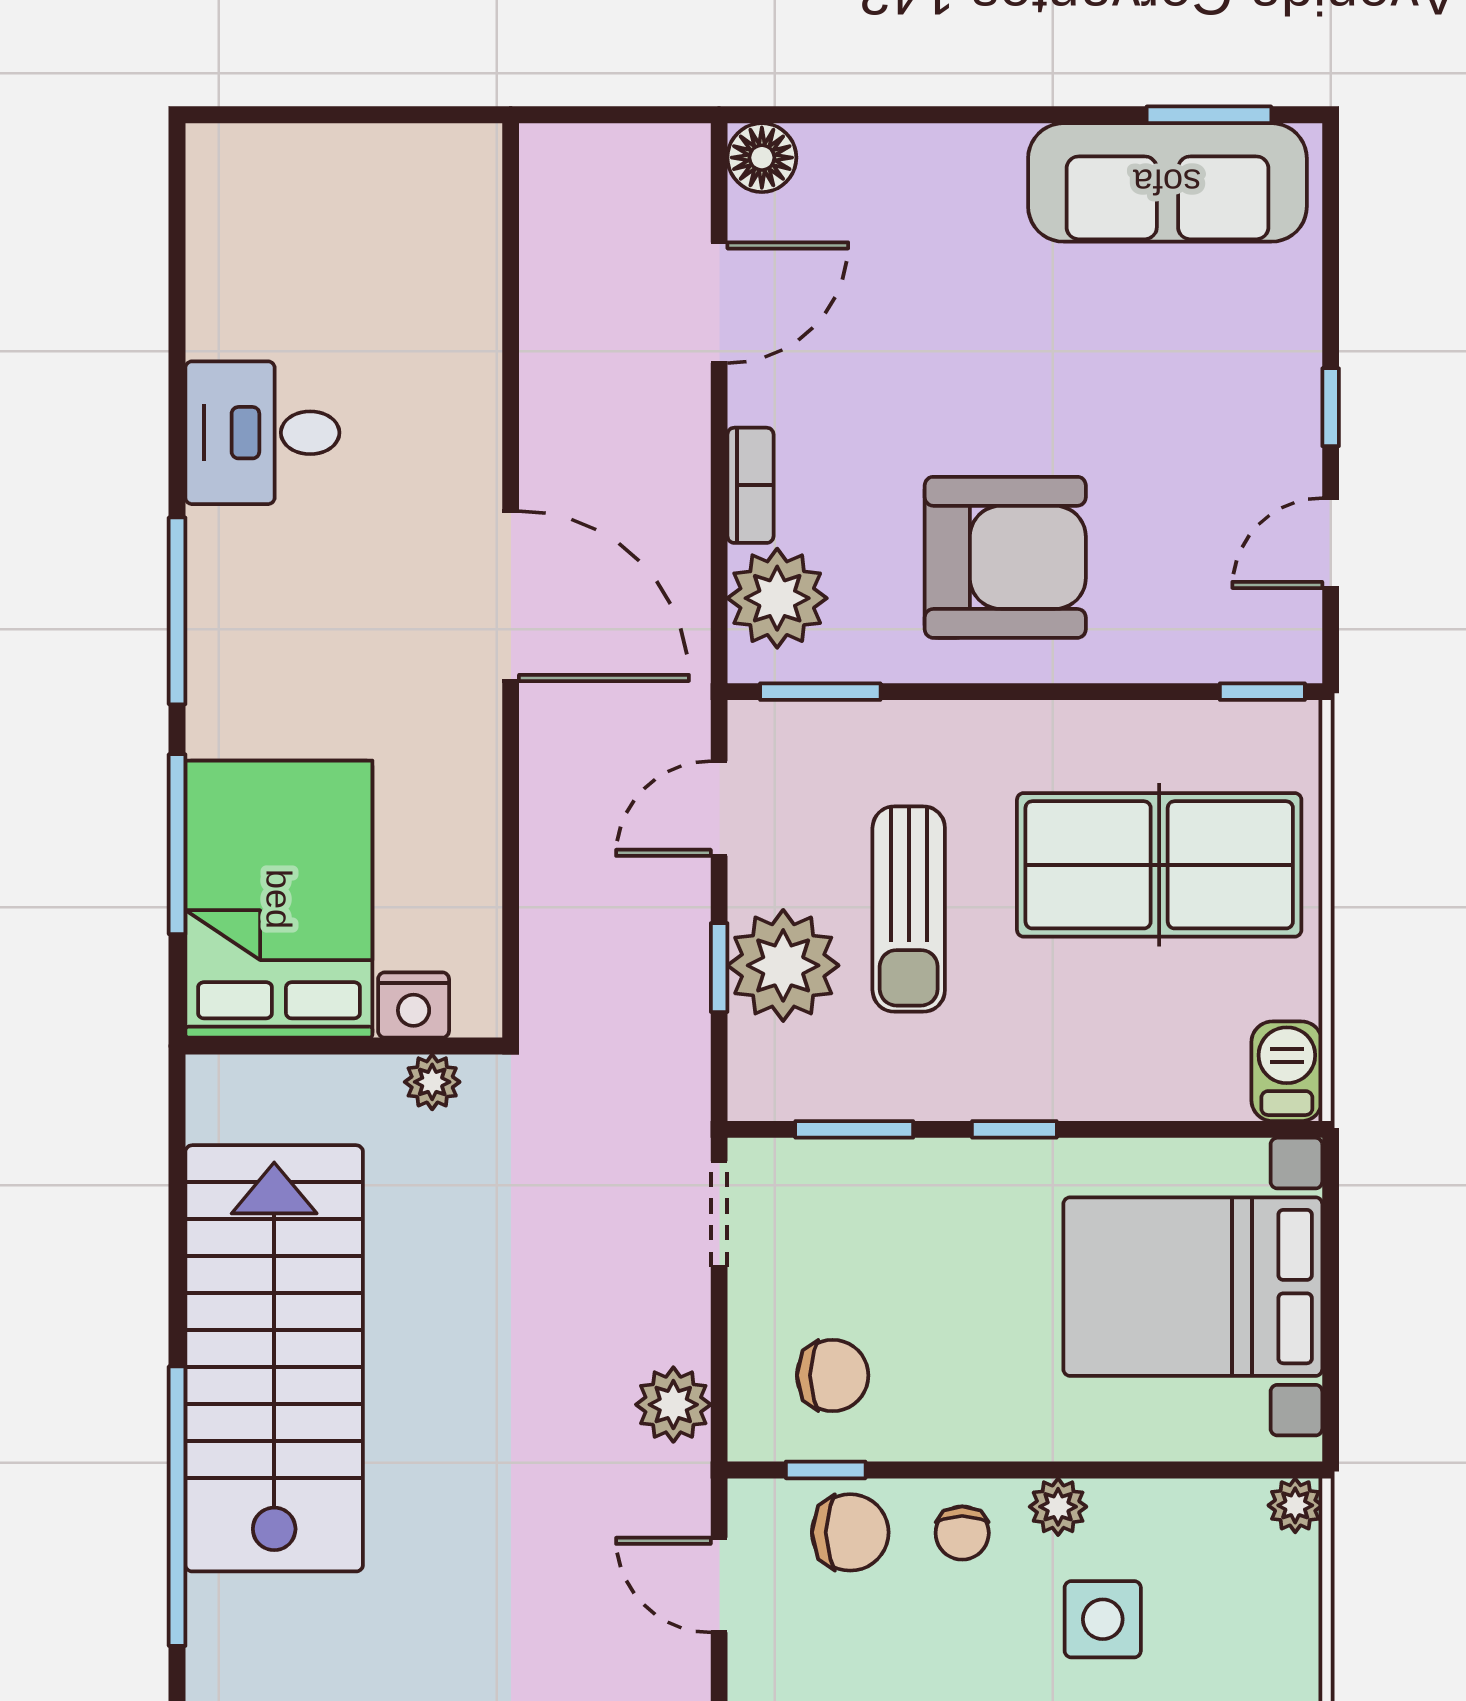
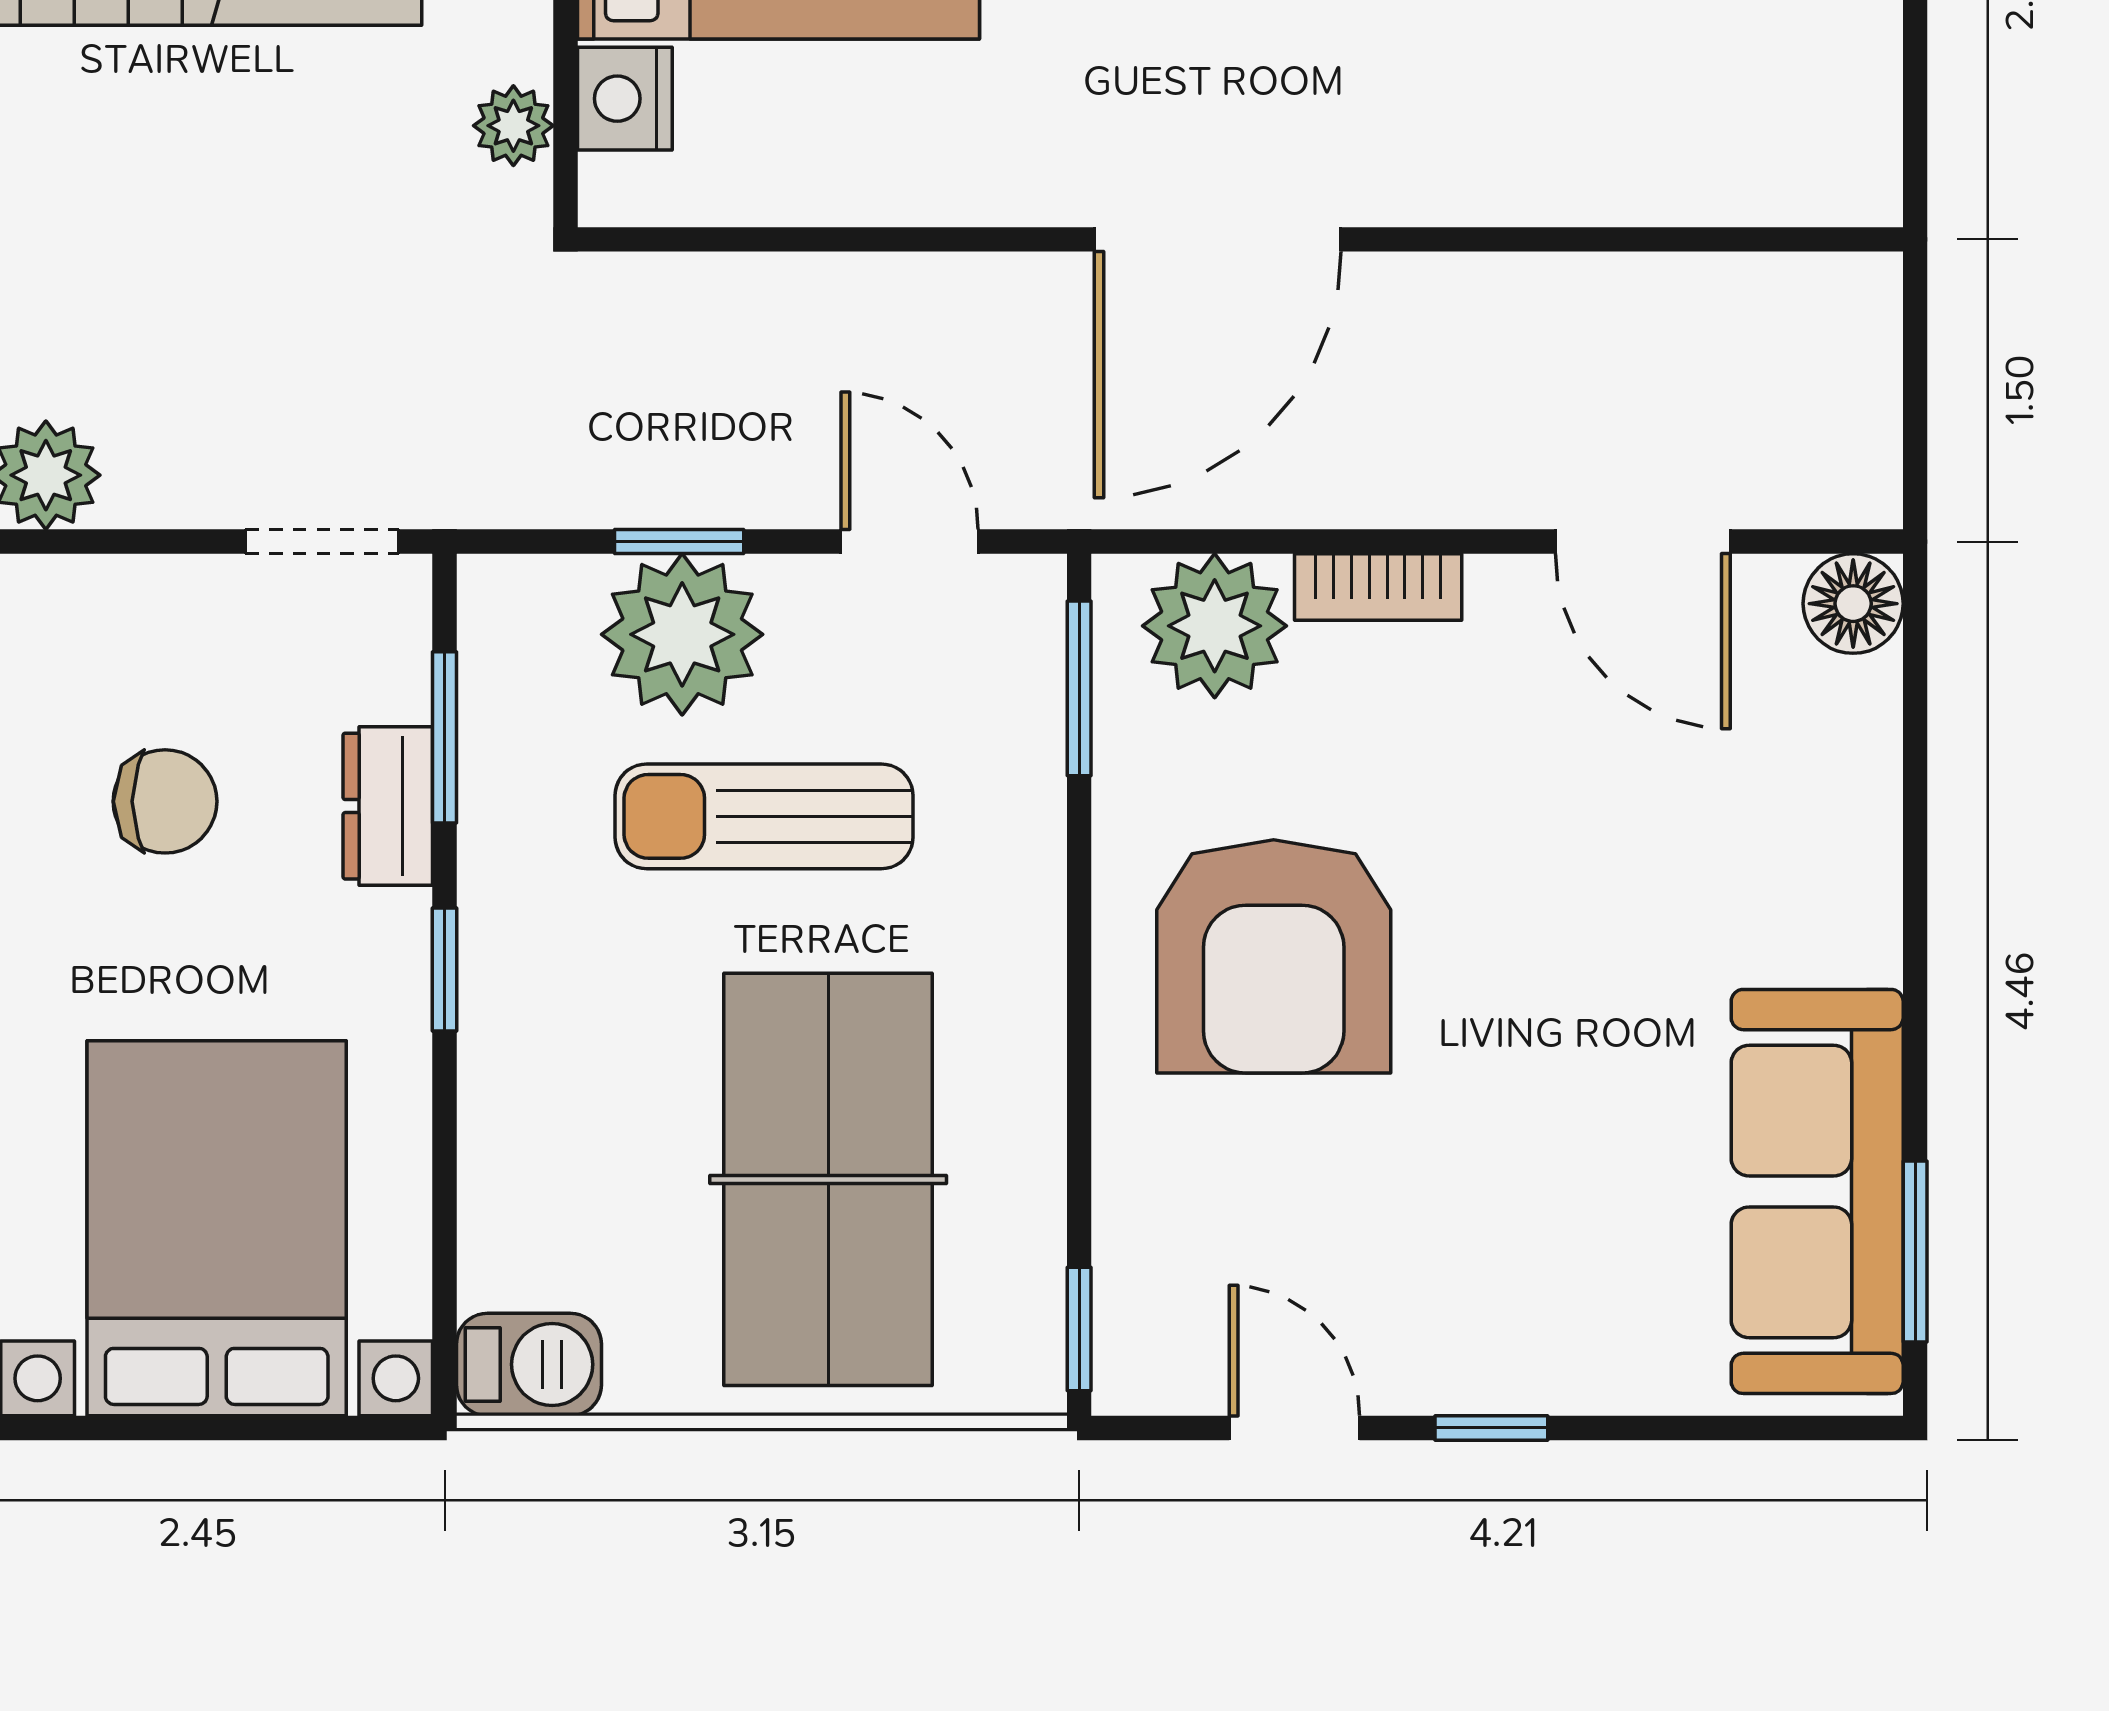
dresser: (902, 1169) -> (388, 806), added
chair: (833, 1375) -> (165, 801), moved, turned -90

